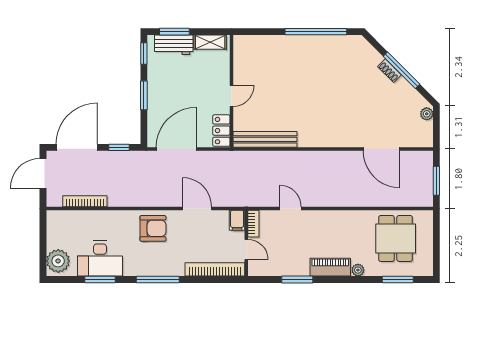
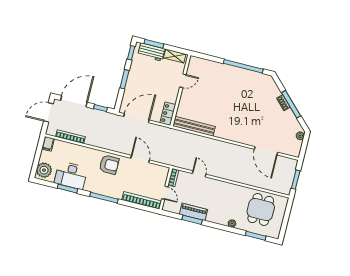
door: (231, 96) -> (183, 81), moved
filing cabinet: (237, 220) -> (48, 144), moved
piano: (330, 267) -> (193, 212), moved

